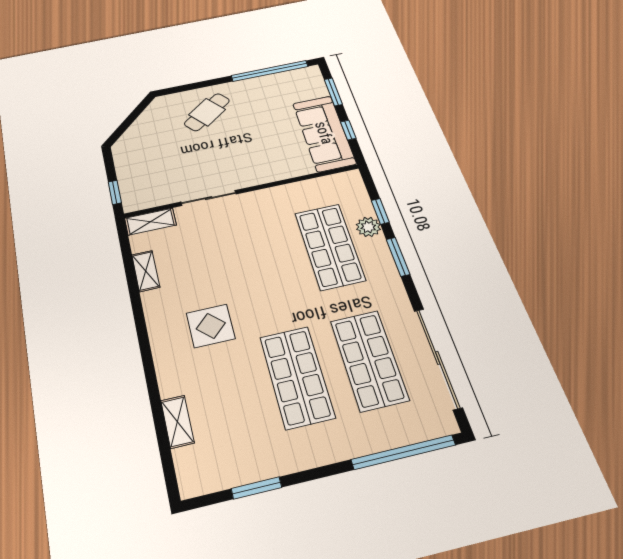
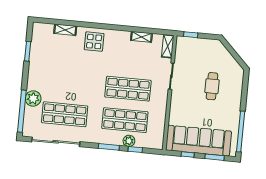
cafe table: (207, 112) -> (212, 86), moved, turned 38
sofa: (324, 133) -> (199, 141), width x1.36, depth x1.27
display table: (211, 326) -> (94, 42), moved
shop shelf: (297, 377) -> (128, 89), moved
plant: (363, 437) -> (33, 98), added

